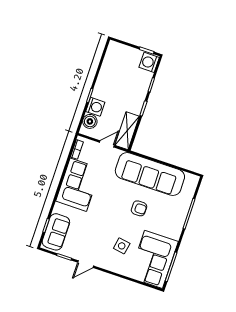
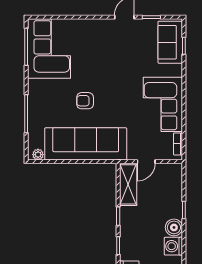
washing machine: (95, 107) -> (173, 246), moved
boiler: (90, 121) -> (174, 227), moved
plant: (190, 178) -> (38, 155), added
side table: (122, 246) -> (90, 52), removed

